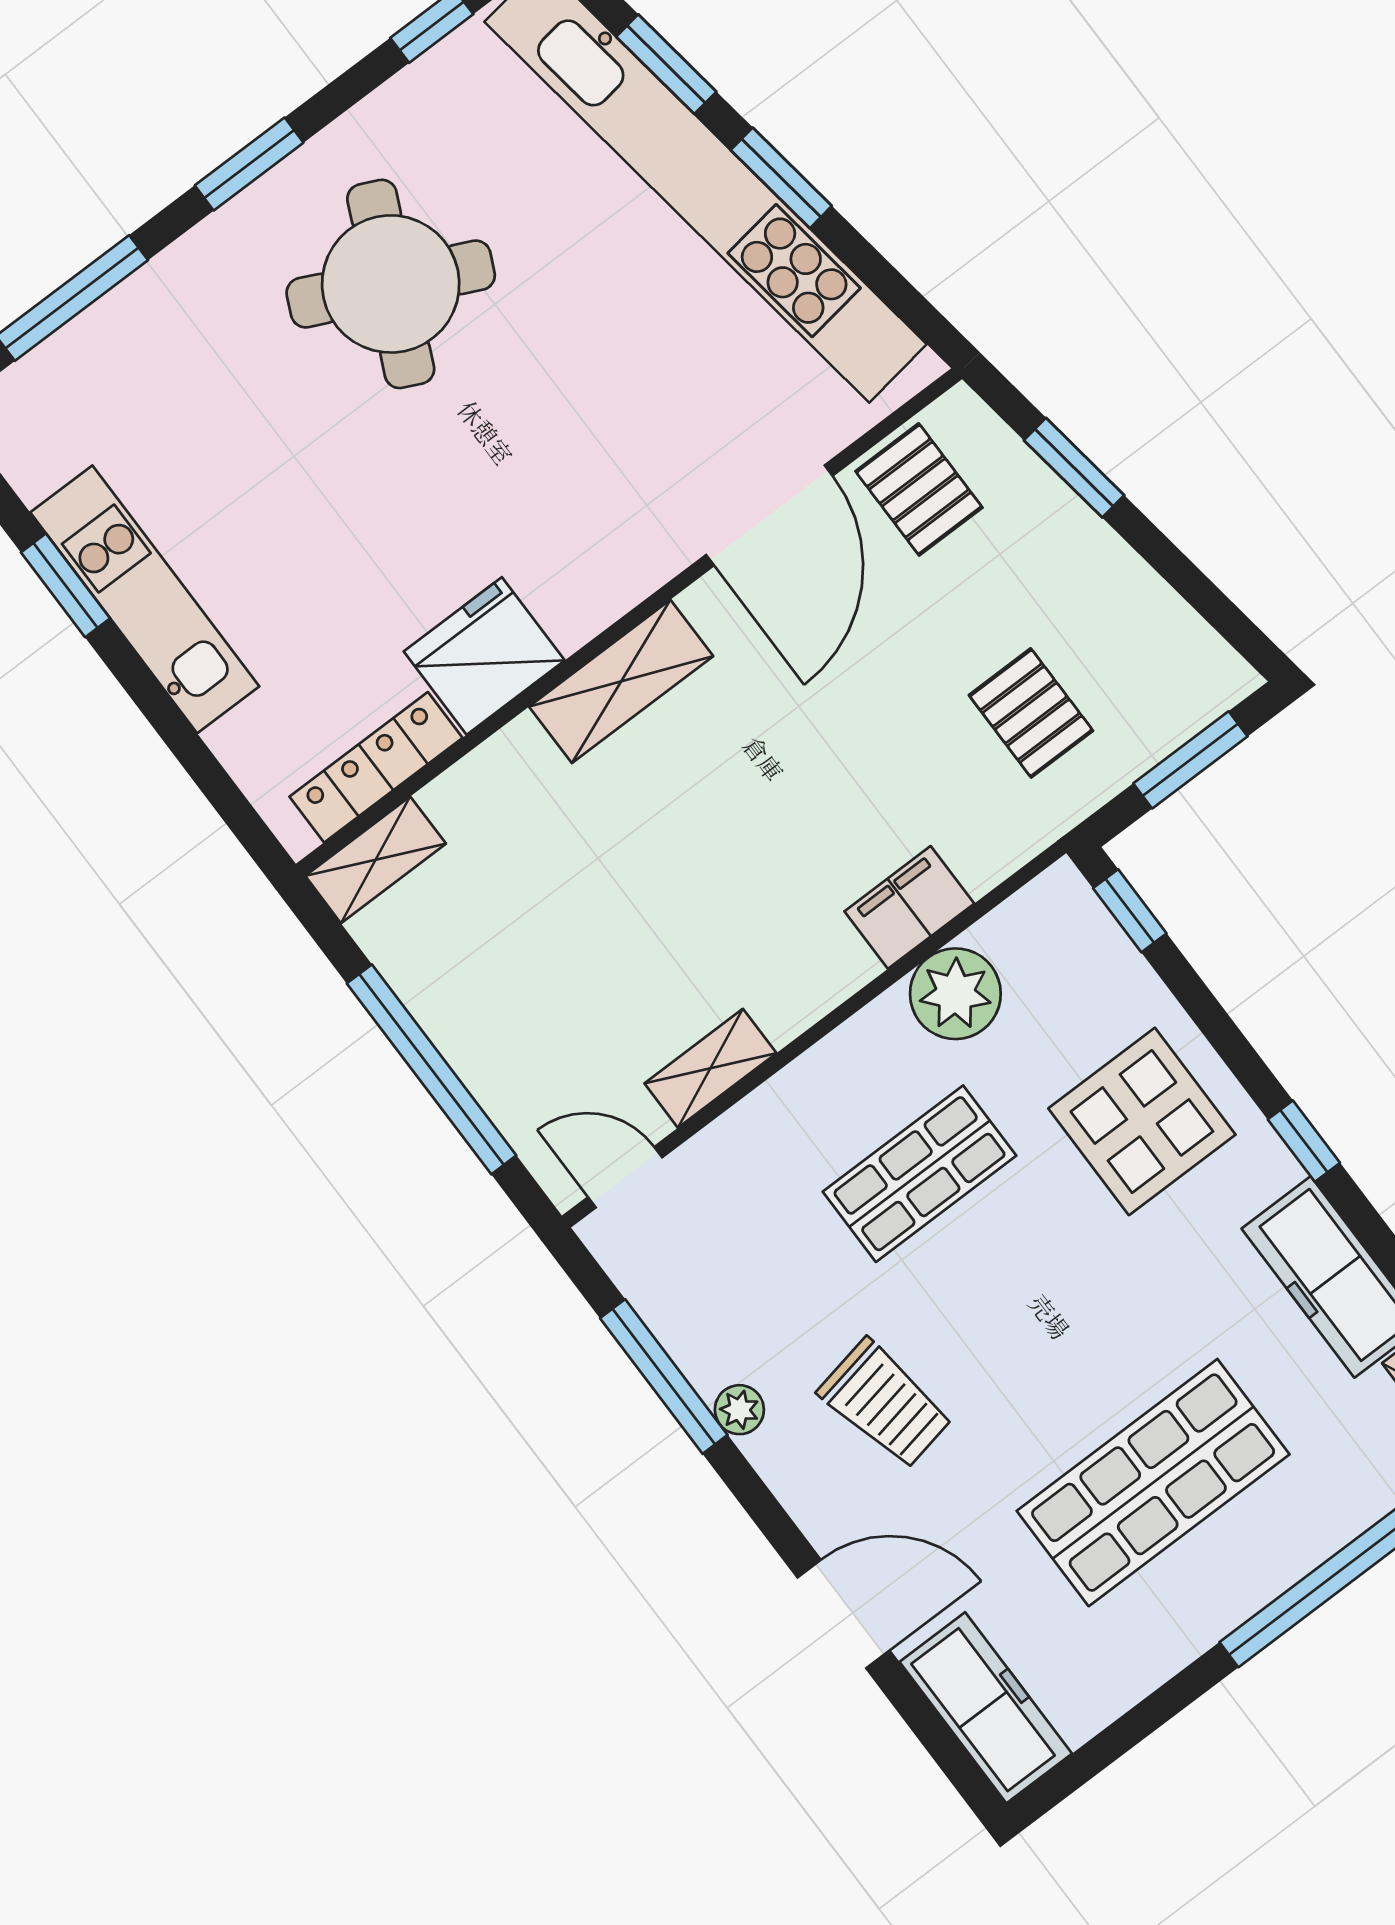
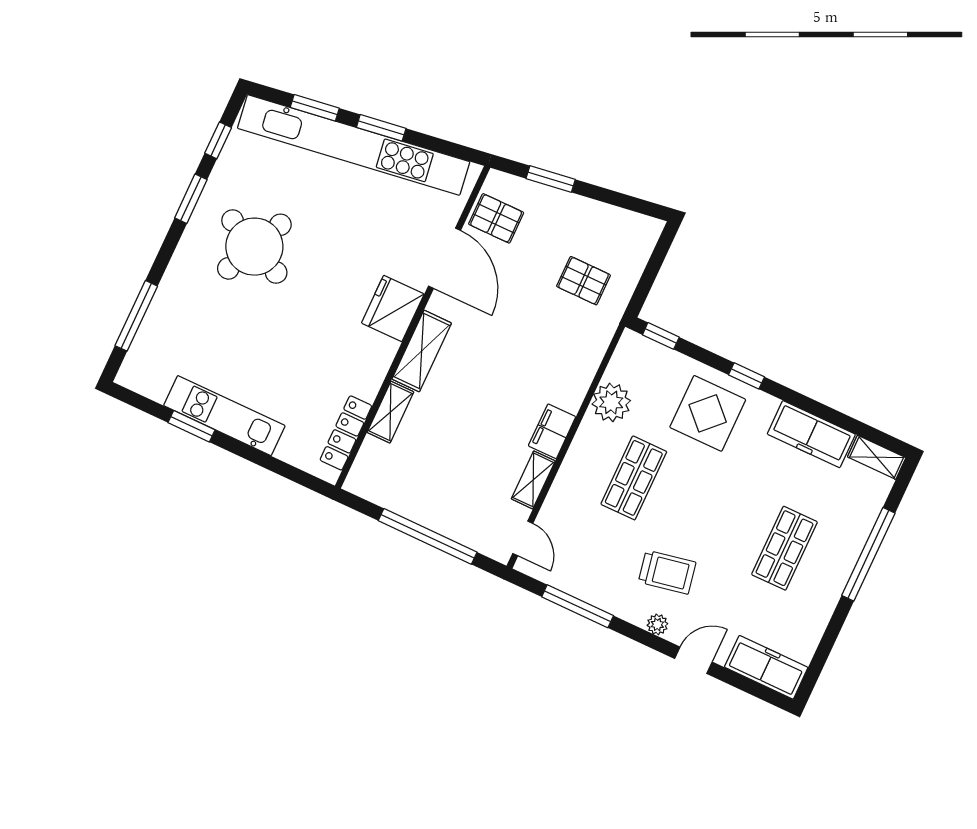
window: (249, 164) -> (191, 199), moved
fridge: (484, 656) -> (393, 308), moved
window: (1190, 760) -> (653, 266), removed
shelving: (376, 860) -> (390, 412), moved
filing cabinet: (909, 907) -> (552, 431), moved
window: (1304, 1141) -> (747, 376), moved
door: (625, 1177) -> (523, 538), swing flipped
plant: (739, 1410) -> (657, 624), moved
shop shelf: (1153, 1483) -> (784, 548), width x0.70, depth x0.74
door: (843, 1614) -> (693, 660), width x0.73

